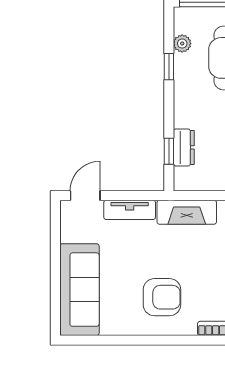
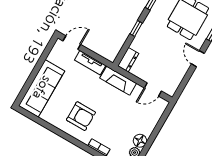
dresser: (184, 147) -> (128, 60), moved
window: (169, 151) -> (136, 29), moved

